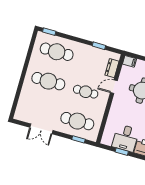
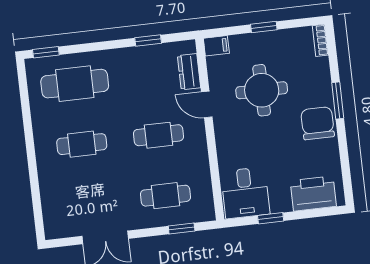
cafe table: (48, 81) -> (82, 144), width x0.73, depth x0.74
door: (114, 87) -> (207, 104), hinge flipped
cafe table: (77, 121) -> (165, 196), width x0.73, depth x0.74
desk: (125, 138) -> (245, 193), moved

